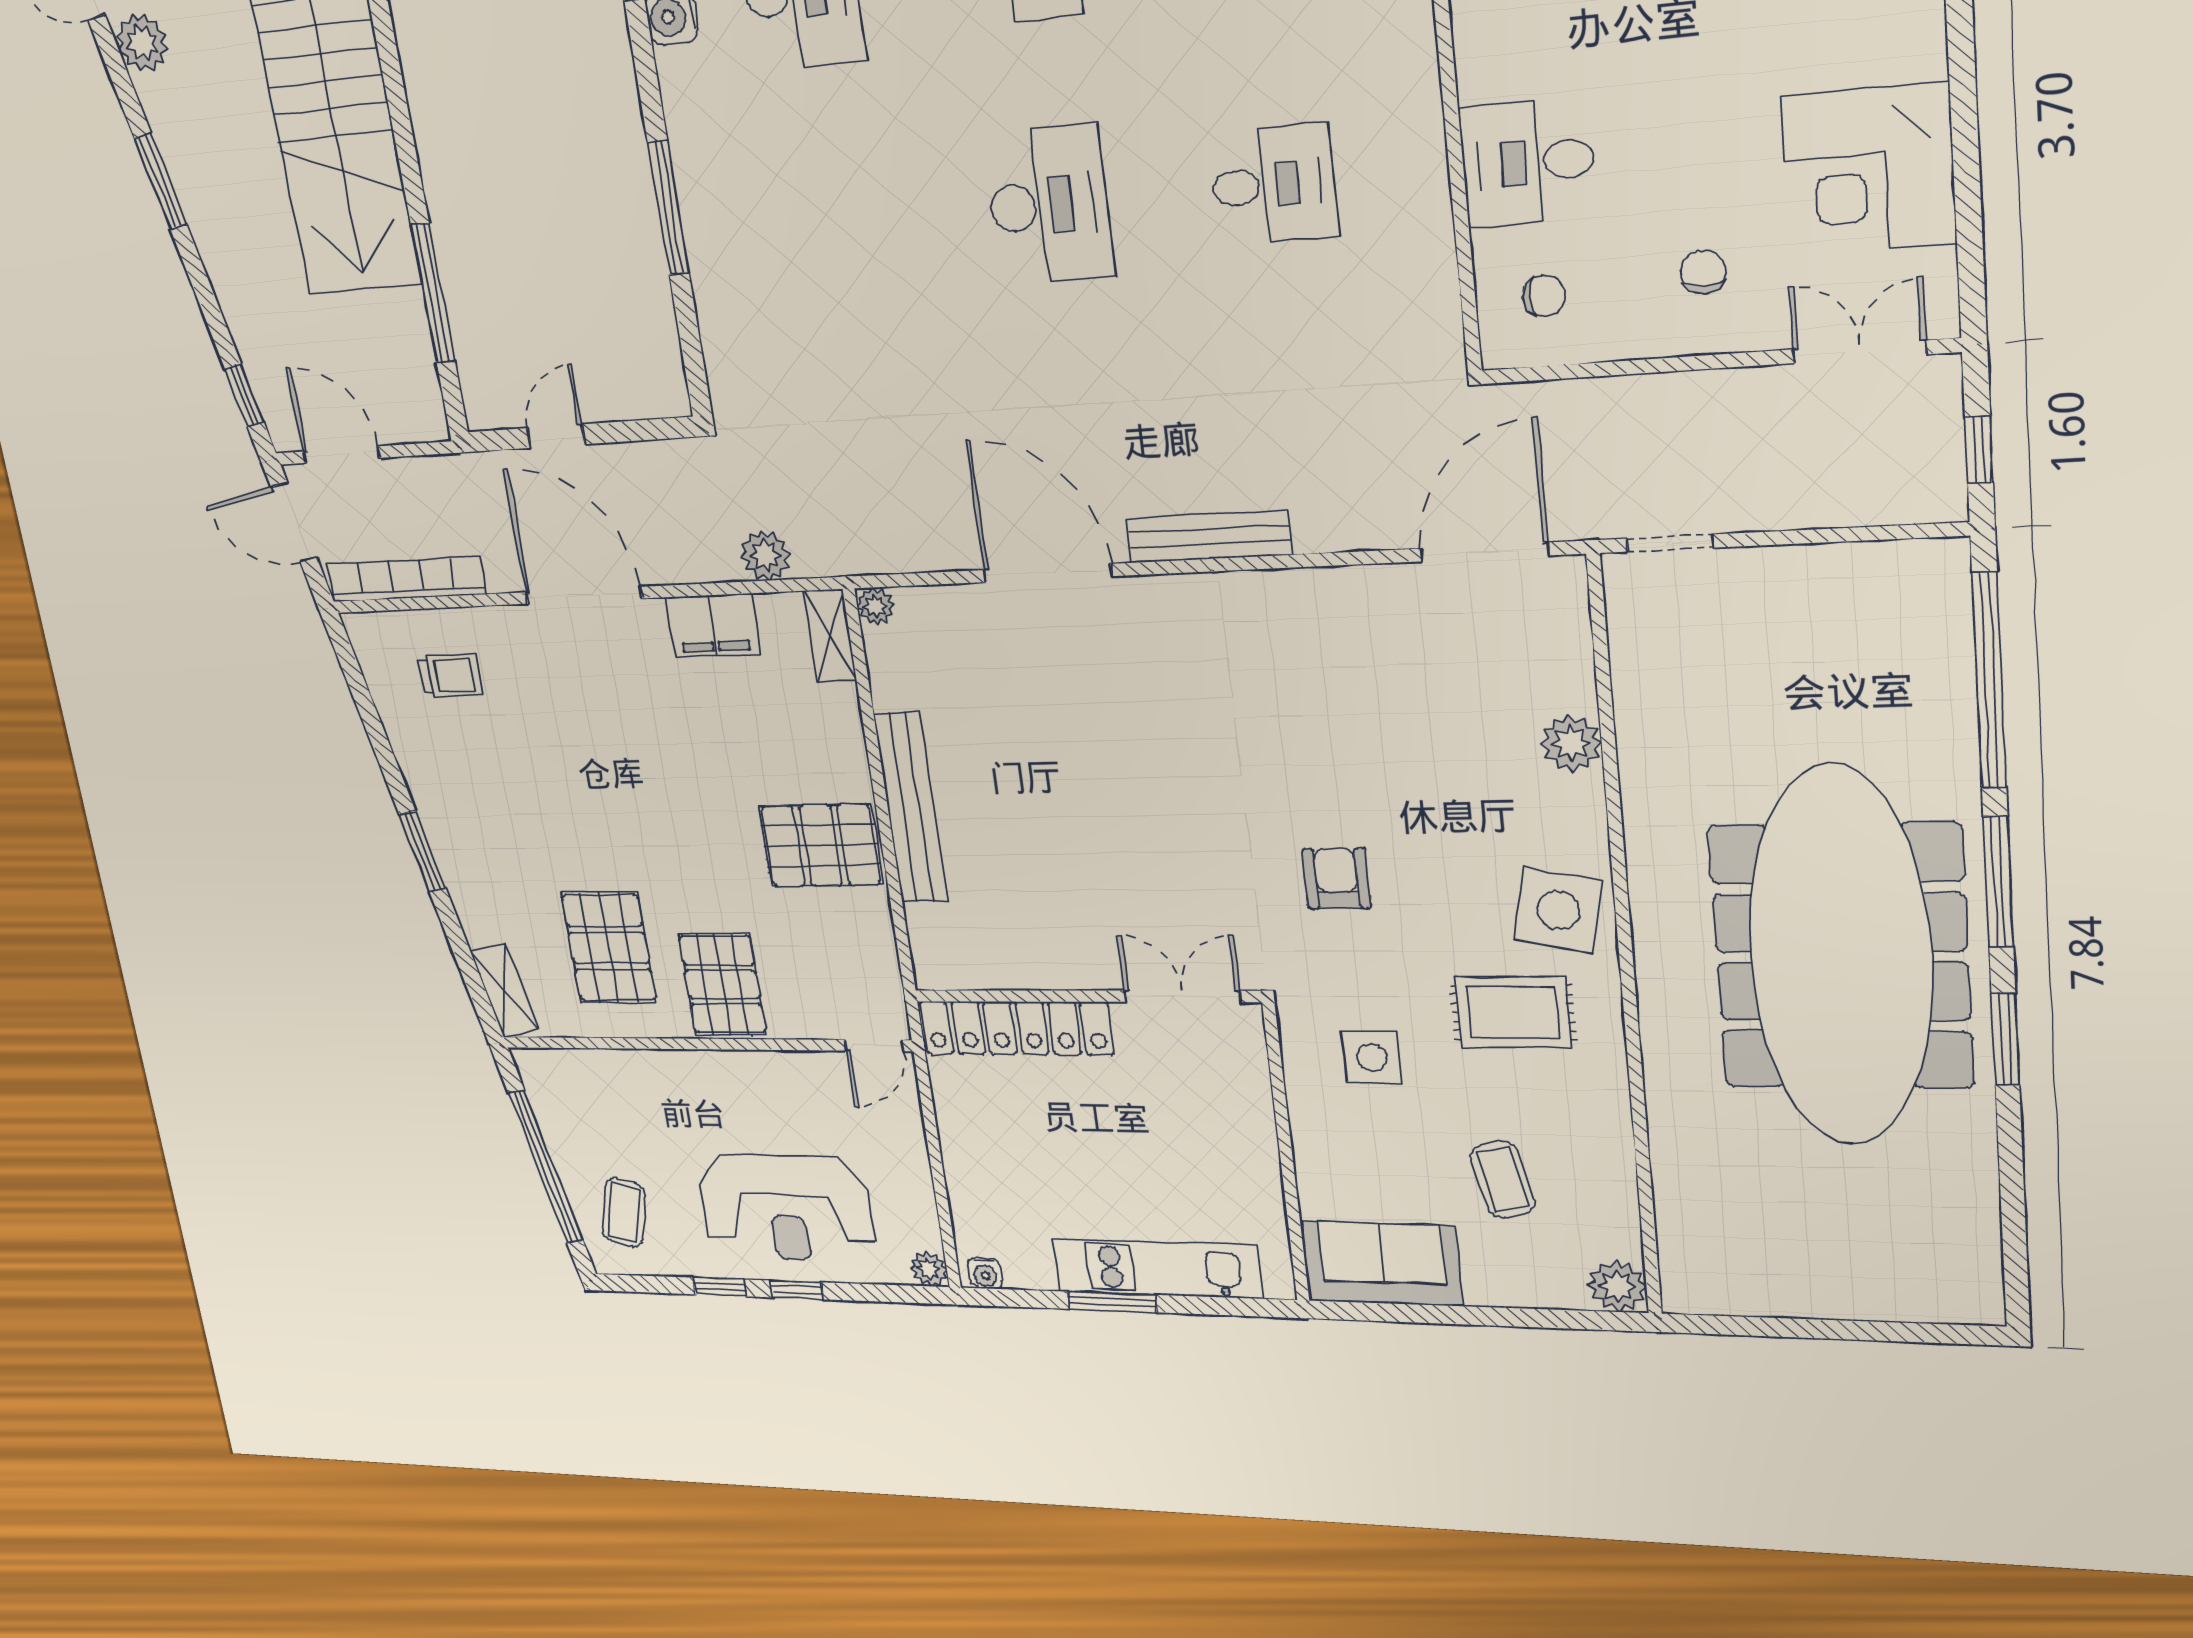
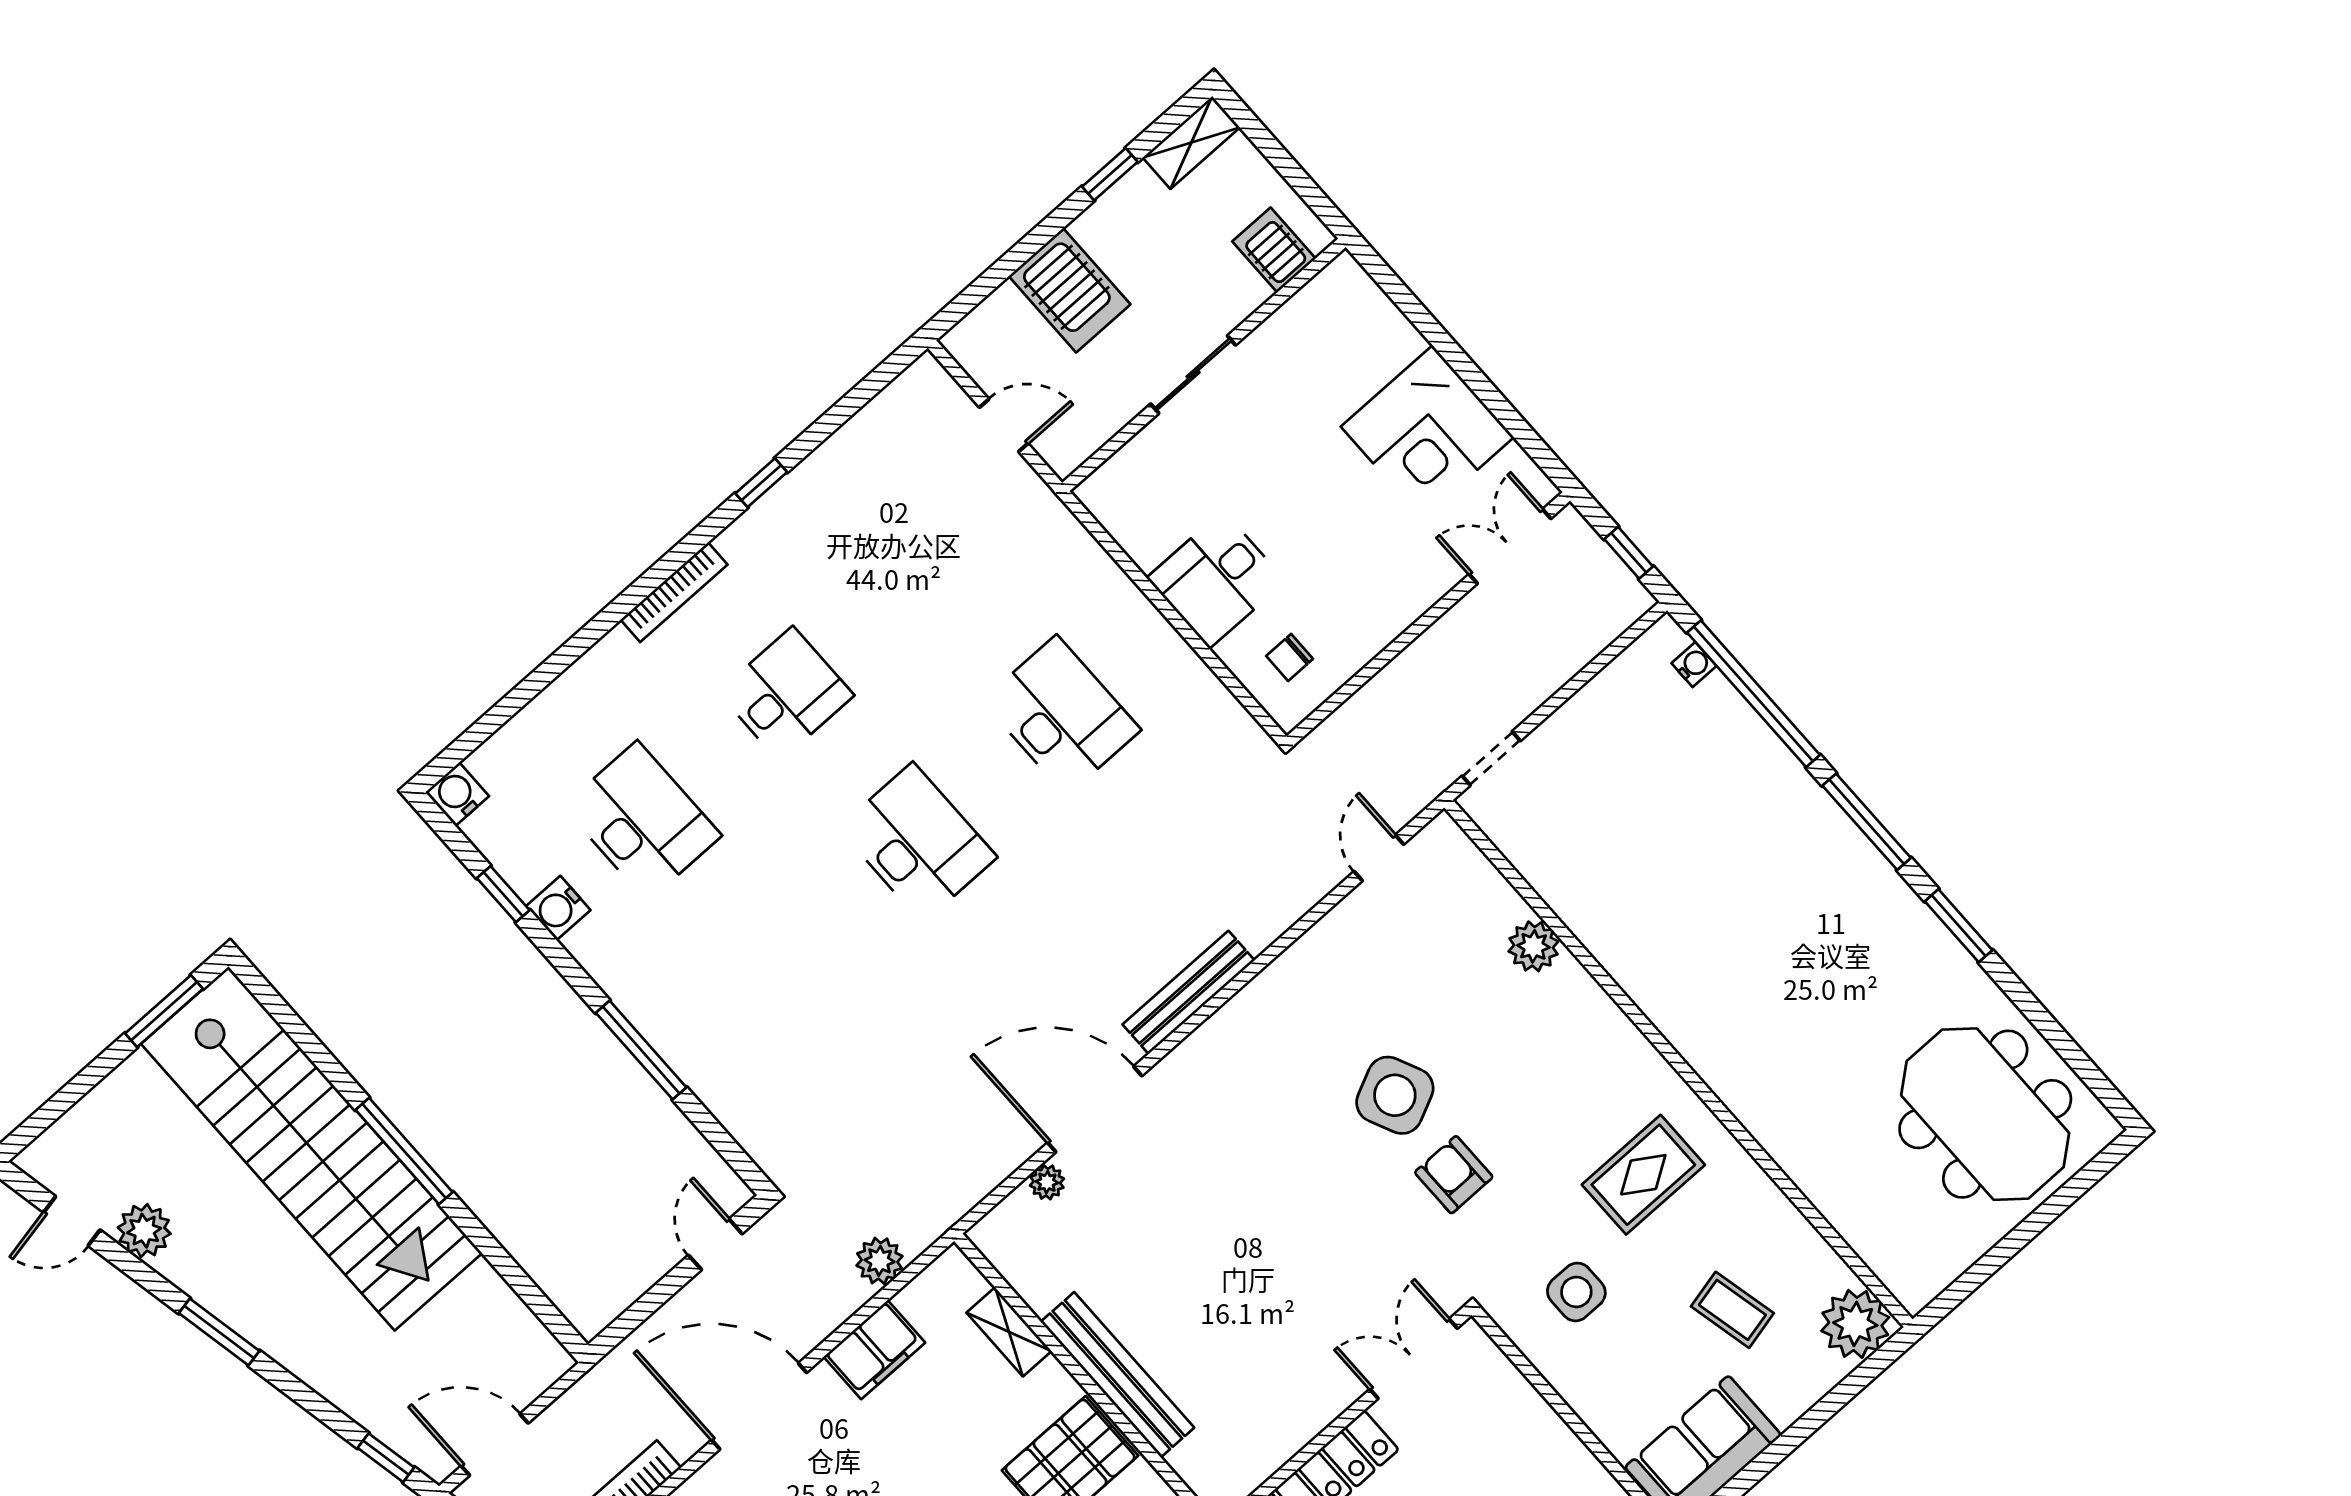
desk: (1273, 185) -> (1061, 715), width x1.37
chair: (1703, 272) -> (1377, 568), removed
window: (433, 293) -> (404, 1151), moved
chair: (1544, 296) -> (1290, 657), turned 180
door: (556, 436) -> (715, 1244), moved
door: (1484, 552) -> (1379, 858), width x0.53
plant: (875, 606) -> (1047, 1182), moved
water cooler: (1952, 608) -> (1694, 665), added
shelving: (830, 636) -> (1009, 1332), moved
side table: (1558, 910) -> (1395, 1095), moved, turned -36
meeting table: (1841, 957) -> (1985, 1114), moved, width x0.54, depth x0.79
plant: (1617, 1286) -> (1855, 1324), width x1.36, depth x1.36

